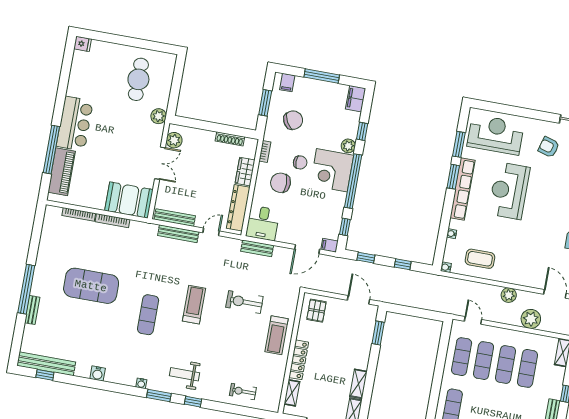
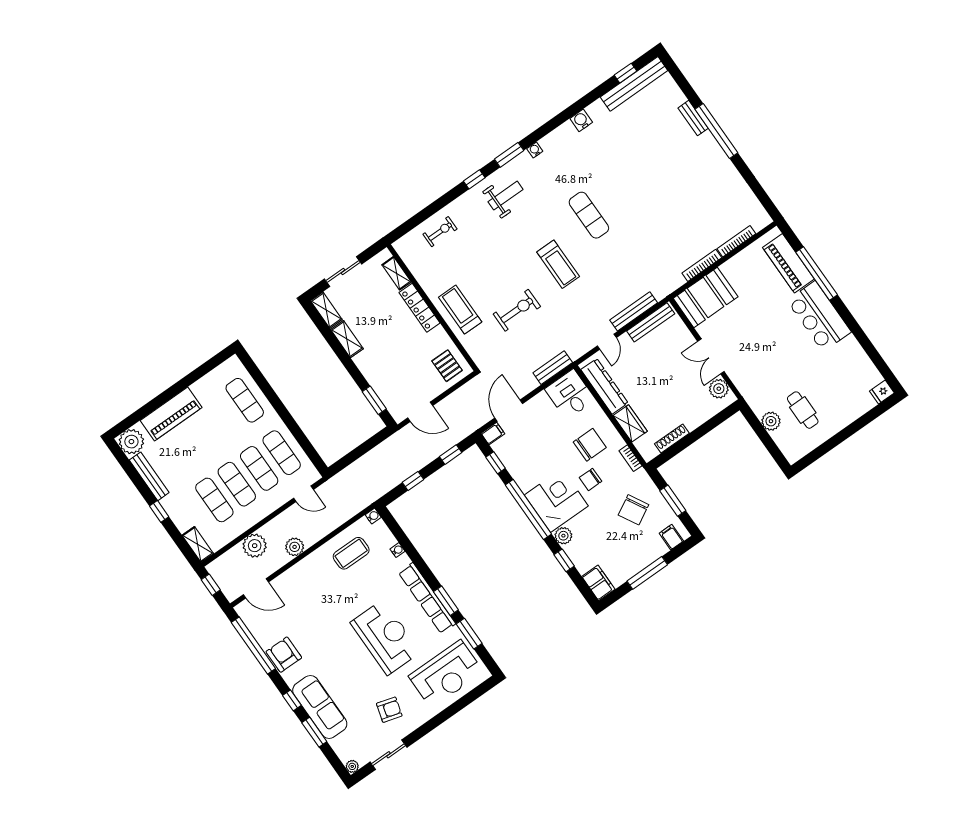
cafe table: (138, 79) -> (803, 410), width x0.73, depth x0.74
plant: (159, 116) -> (771, 421), moved
exercise mat: (91, 286) -> (663, 190), removed

